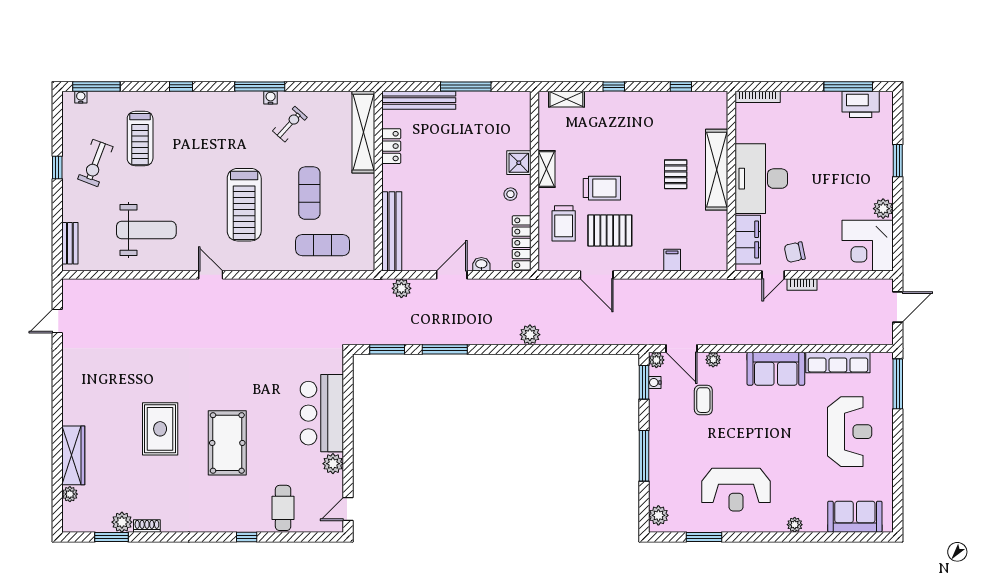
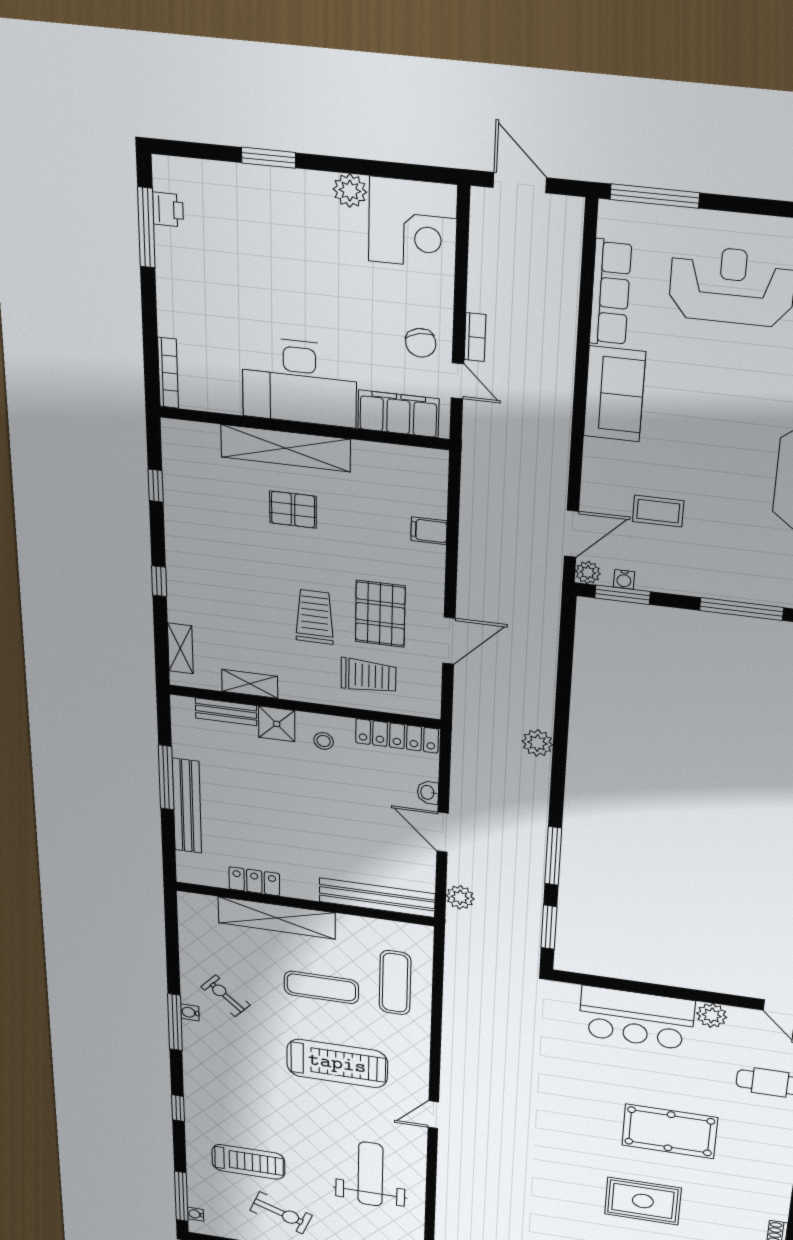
bench: (419, 100) -> (187, 806), moved
printer: (861, 104) -> (168, 210), width x0.53, depth x0.68
bench: (523, 129) -> (226, 712), added
shelving: (363, 132) -> (277, 918), moved
shelving: (547, 169) -> (250, 684), moved
plant: (713, 360) -> (593, 489), removed

